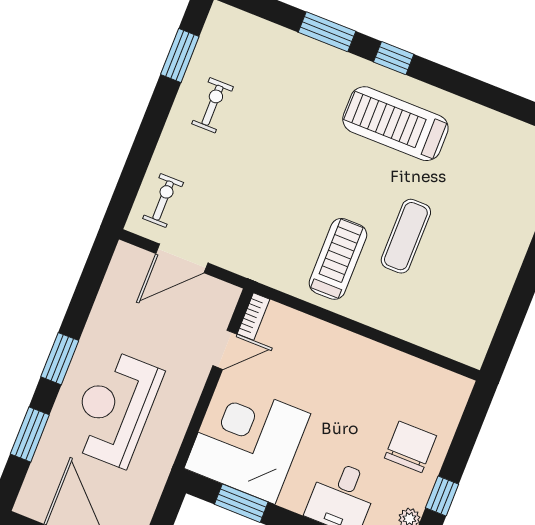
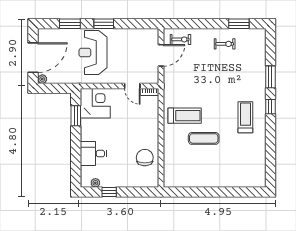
treadmill: (395, 124) -> (245, 117), width x0.73, depth x0.73
door: (182, 258) -> (161, 55), swing flipped
reception desk: (115, 408) -> (93, 52), turned -90
corner desk: (247, 441) -> (95, 103), width x0.74, depth x0.74
chair: (410, 447) -> (145, 158), moved, turned -90

